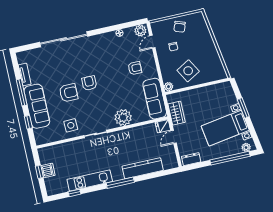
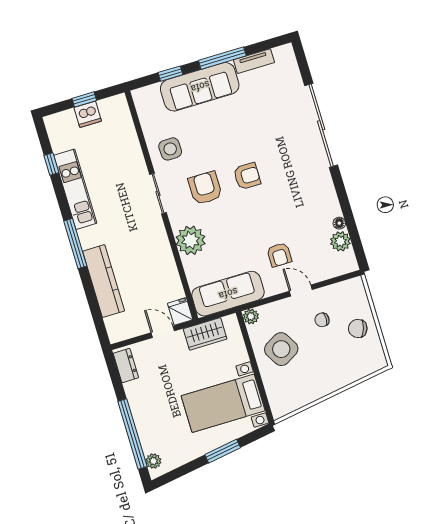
plant: (140, 31) -> (340, 241), moved
door: (152, 42) -> (301, 290), moved
armchair: (69, 93) -> (205, 188), moved, turned 180
bed with nightstands: (225, 128) -> (223, 403), moved, turned -81

